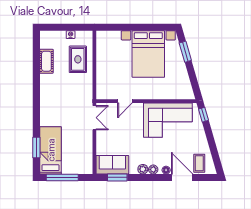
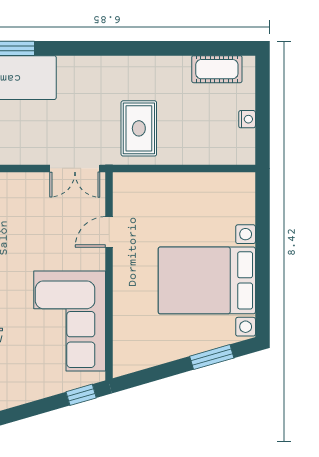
rug: (78, 59) -> (139, 128), moved, turned 90
cot: (46, 61) -> (217, 69), moved
door: (125, 101) -> (109, 232), hinge flipped

